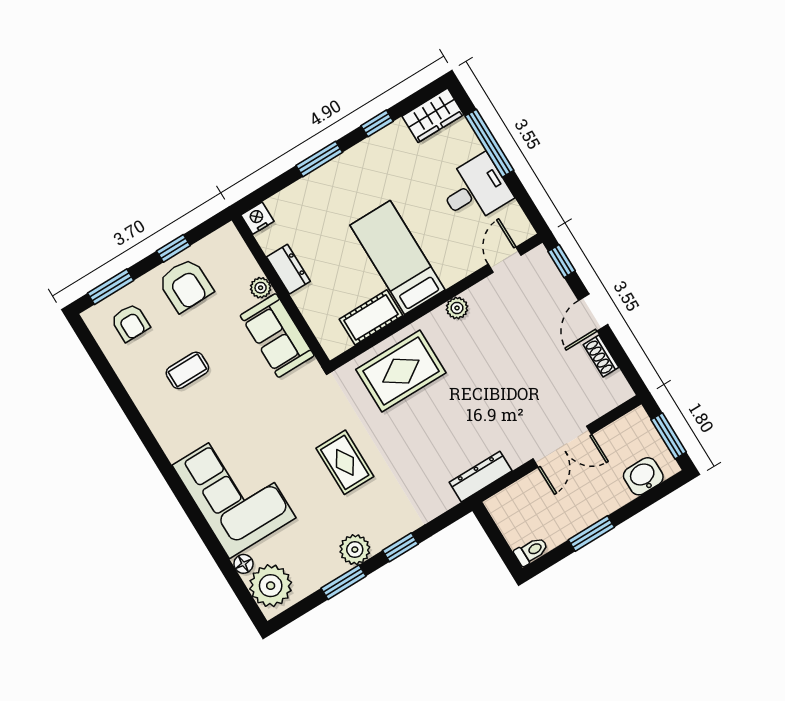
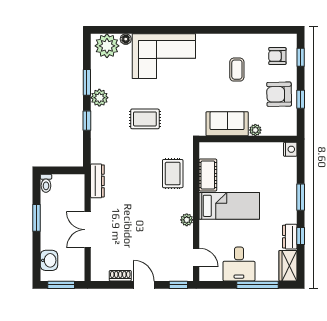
dresser: (288, 269) -> (290, 237), moved, turned 90
window: (111, 287) -> (301, 57), width x0.67
rug: (401, 371) -> (173, 174), width x0.73, depth x0.70

